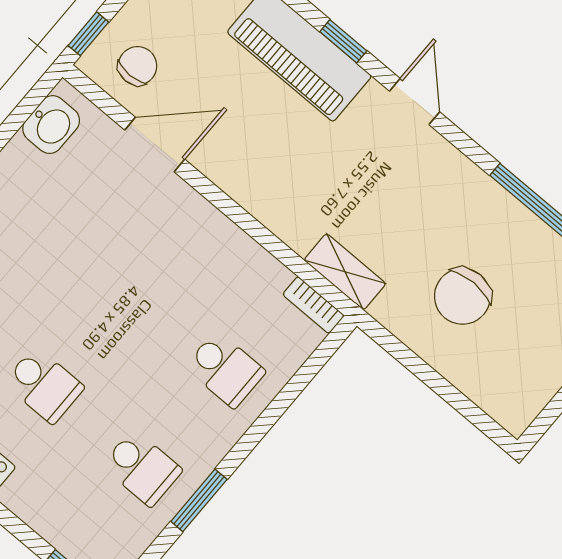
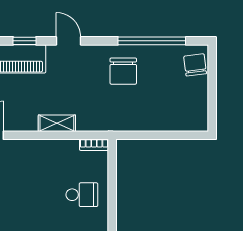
shelving: (345, 272) -> (57, 123), moved
chair: (462, 296) -> (123, 71), moved

